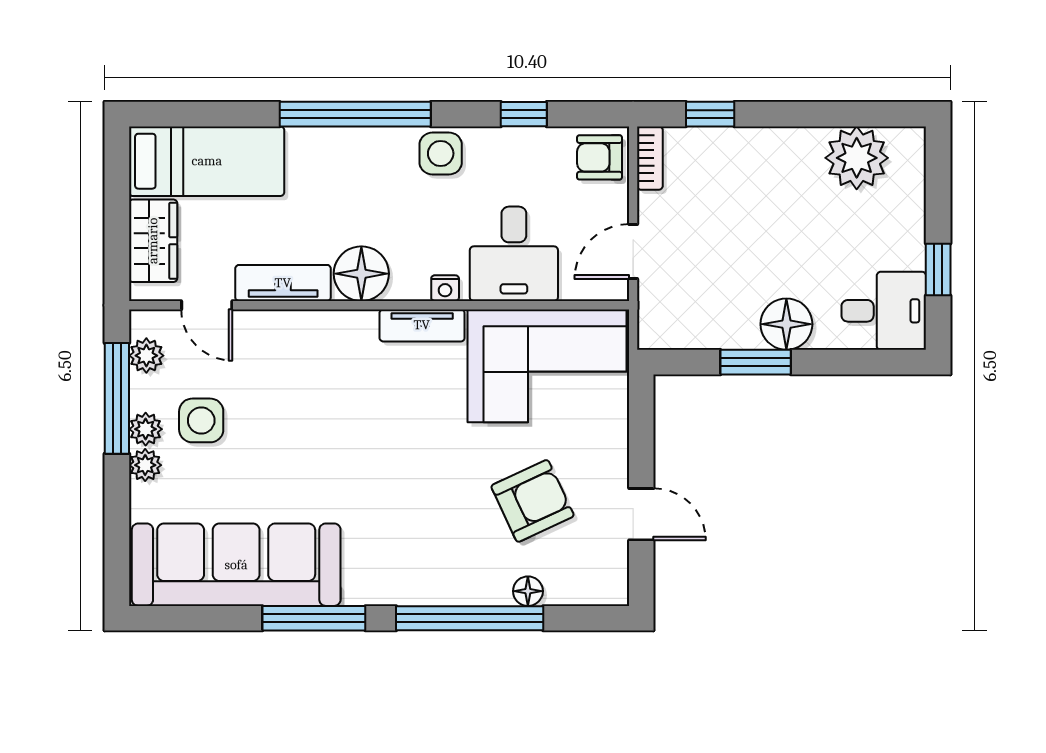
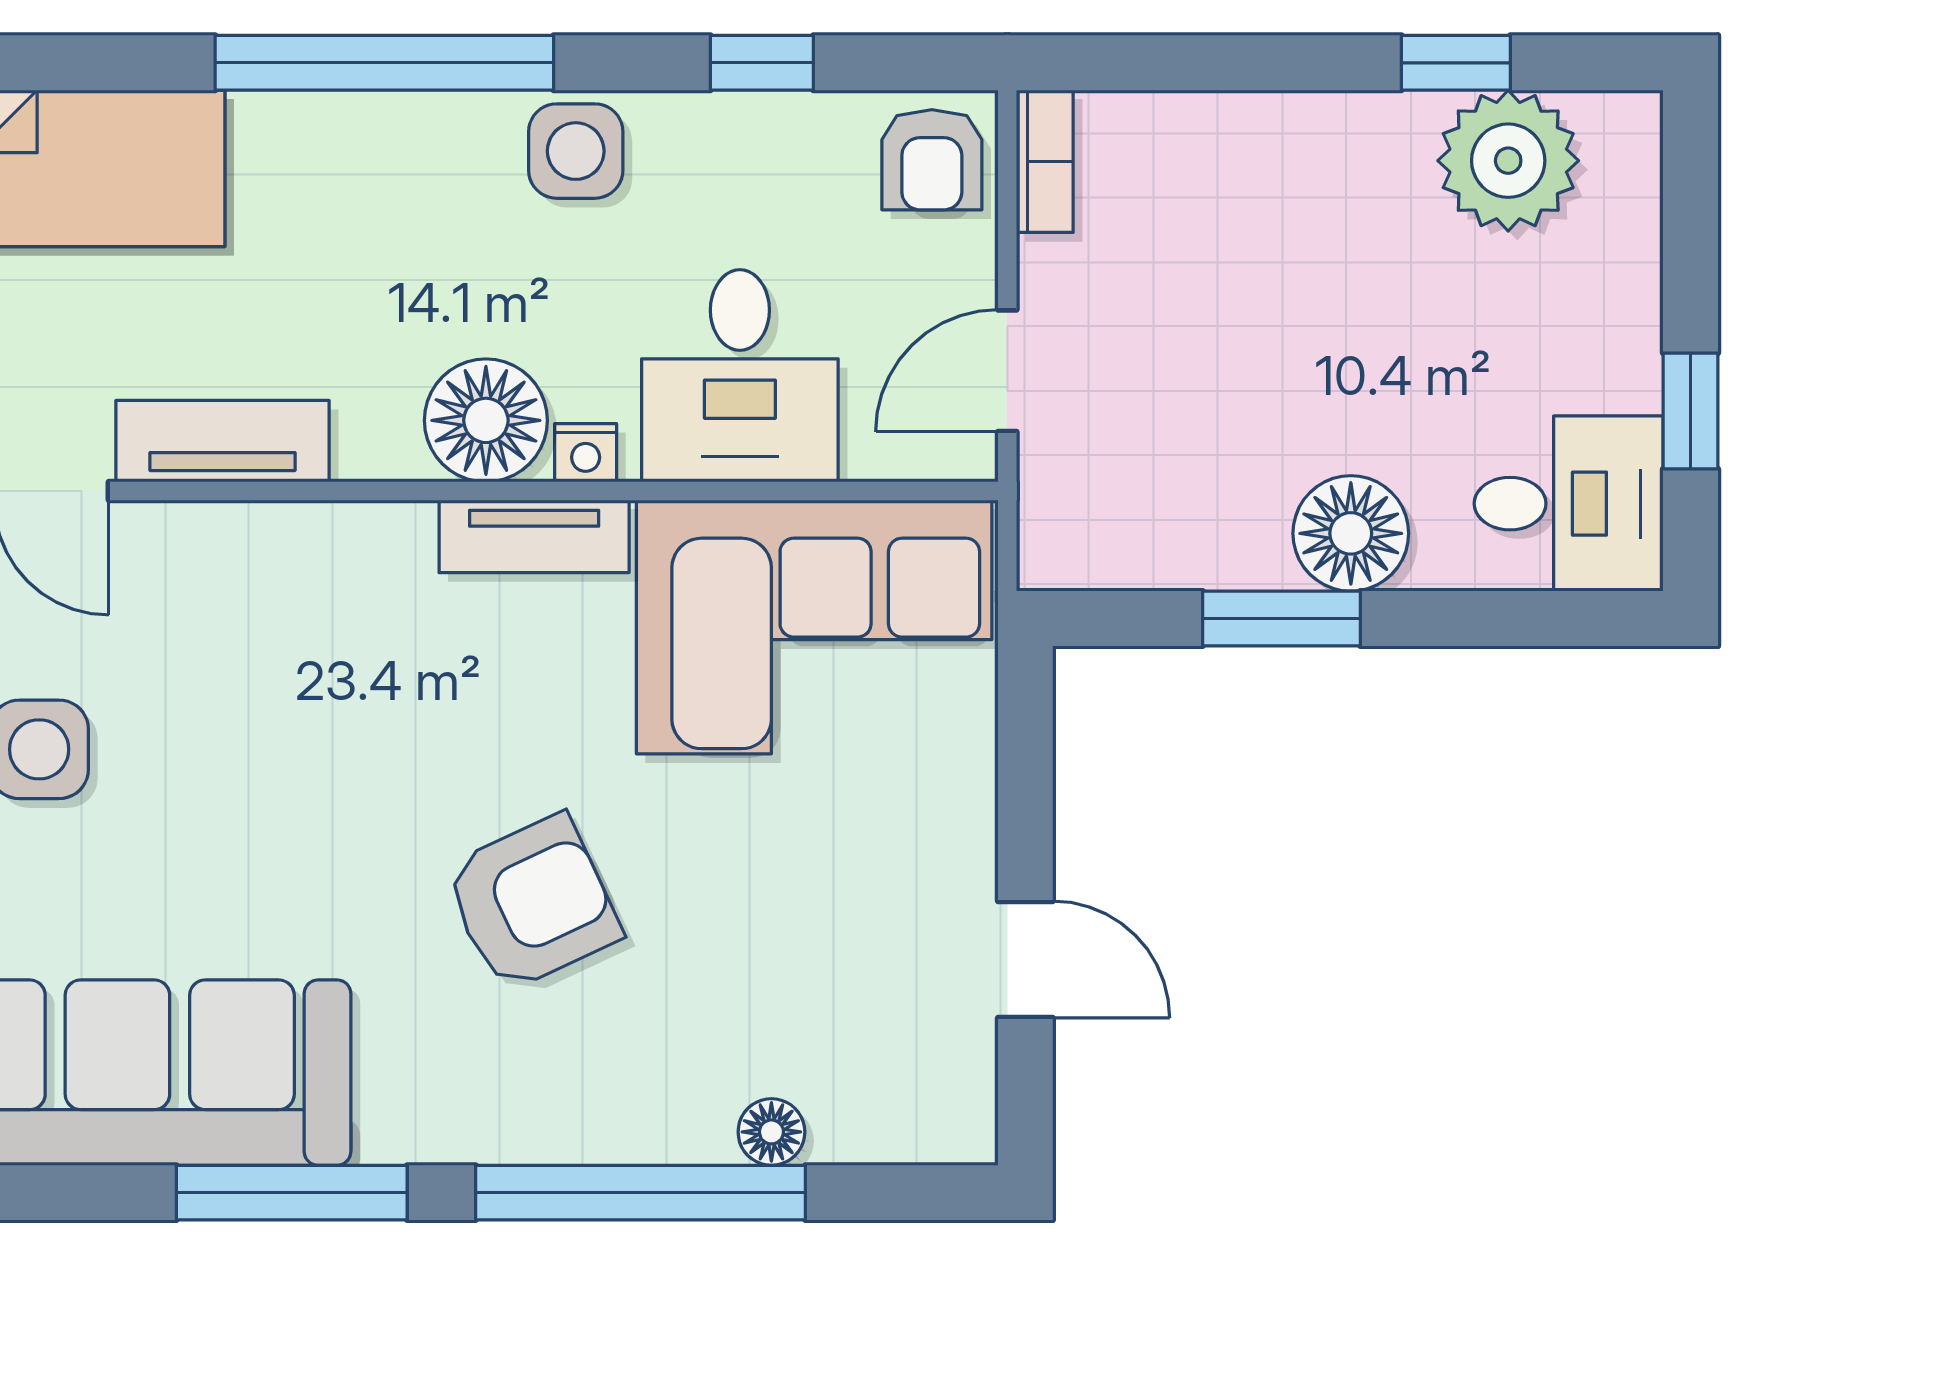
window: (710, 114) -> (1456, 63), moved
armchair: (600, 157) -> (932, 160), turned -90
floor lamp: (361, 274) -> (486, 420), moved
armchair: (533, 501) -> (532, 903), moved

